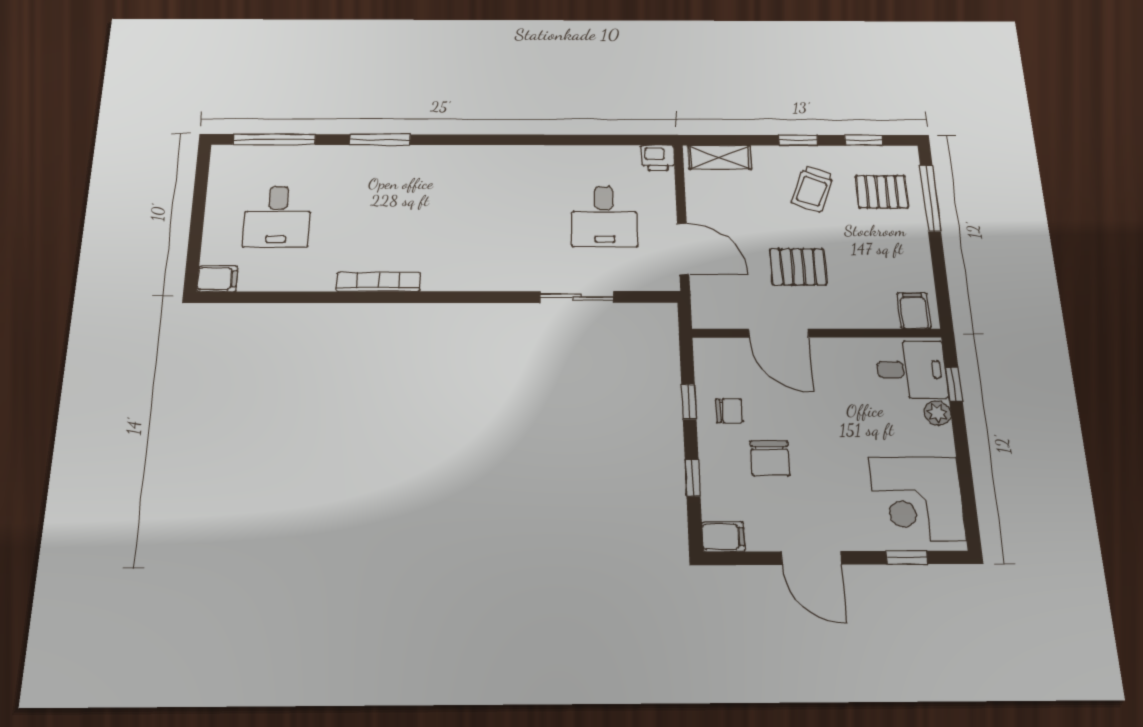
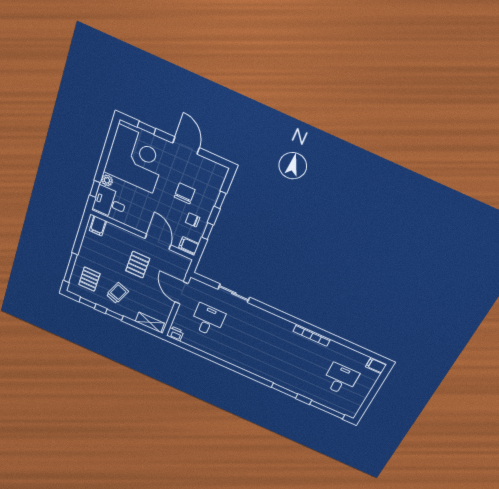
pallet: (882, 192) -> (89, 279), turned 90
pallet: (798, 267) -> (138, 265), turned 90
corner desk: (917, 499) -> (136, 159), width x1.36, depth x1.36
filing cabinet: (723, 537) -> (189, 246), moved

